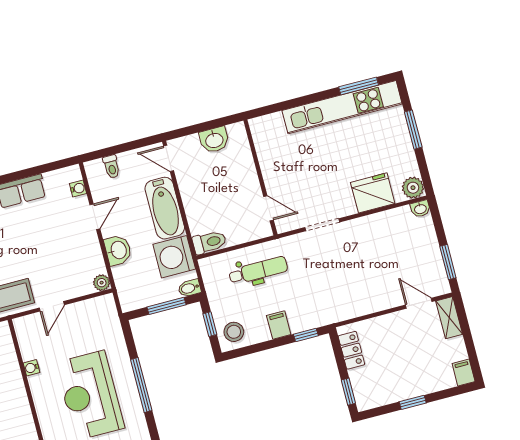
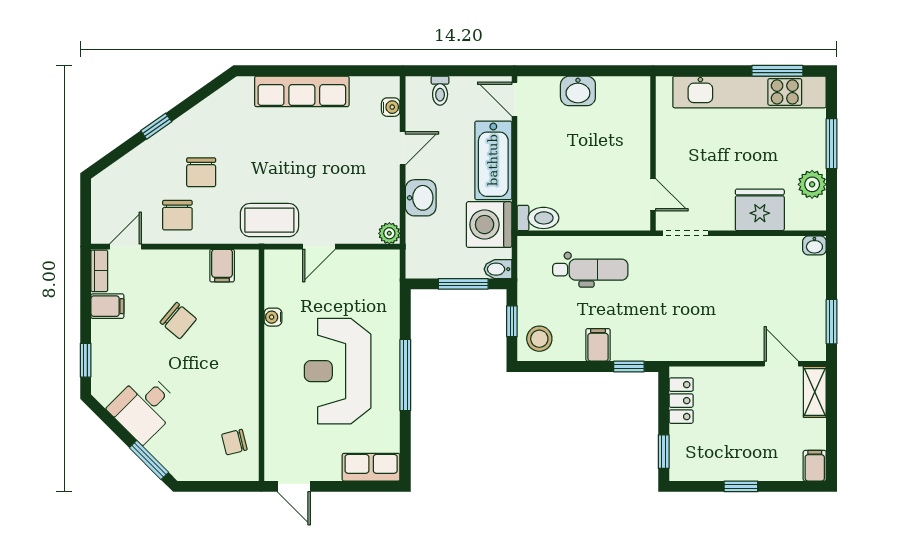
wall: (260, 177) -> (653, 153), moved
plant: (413, 188) -> (812, 184), moved
door: (269, 208) -> (653, 195), moved

